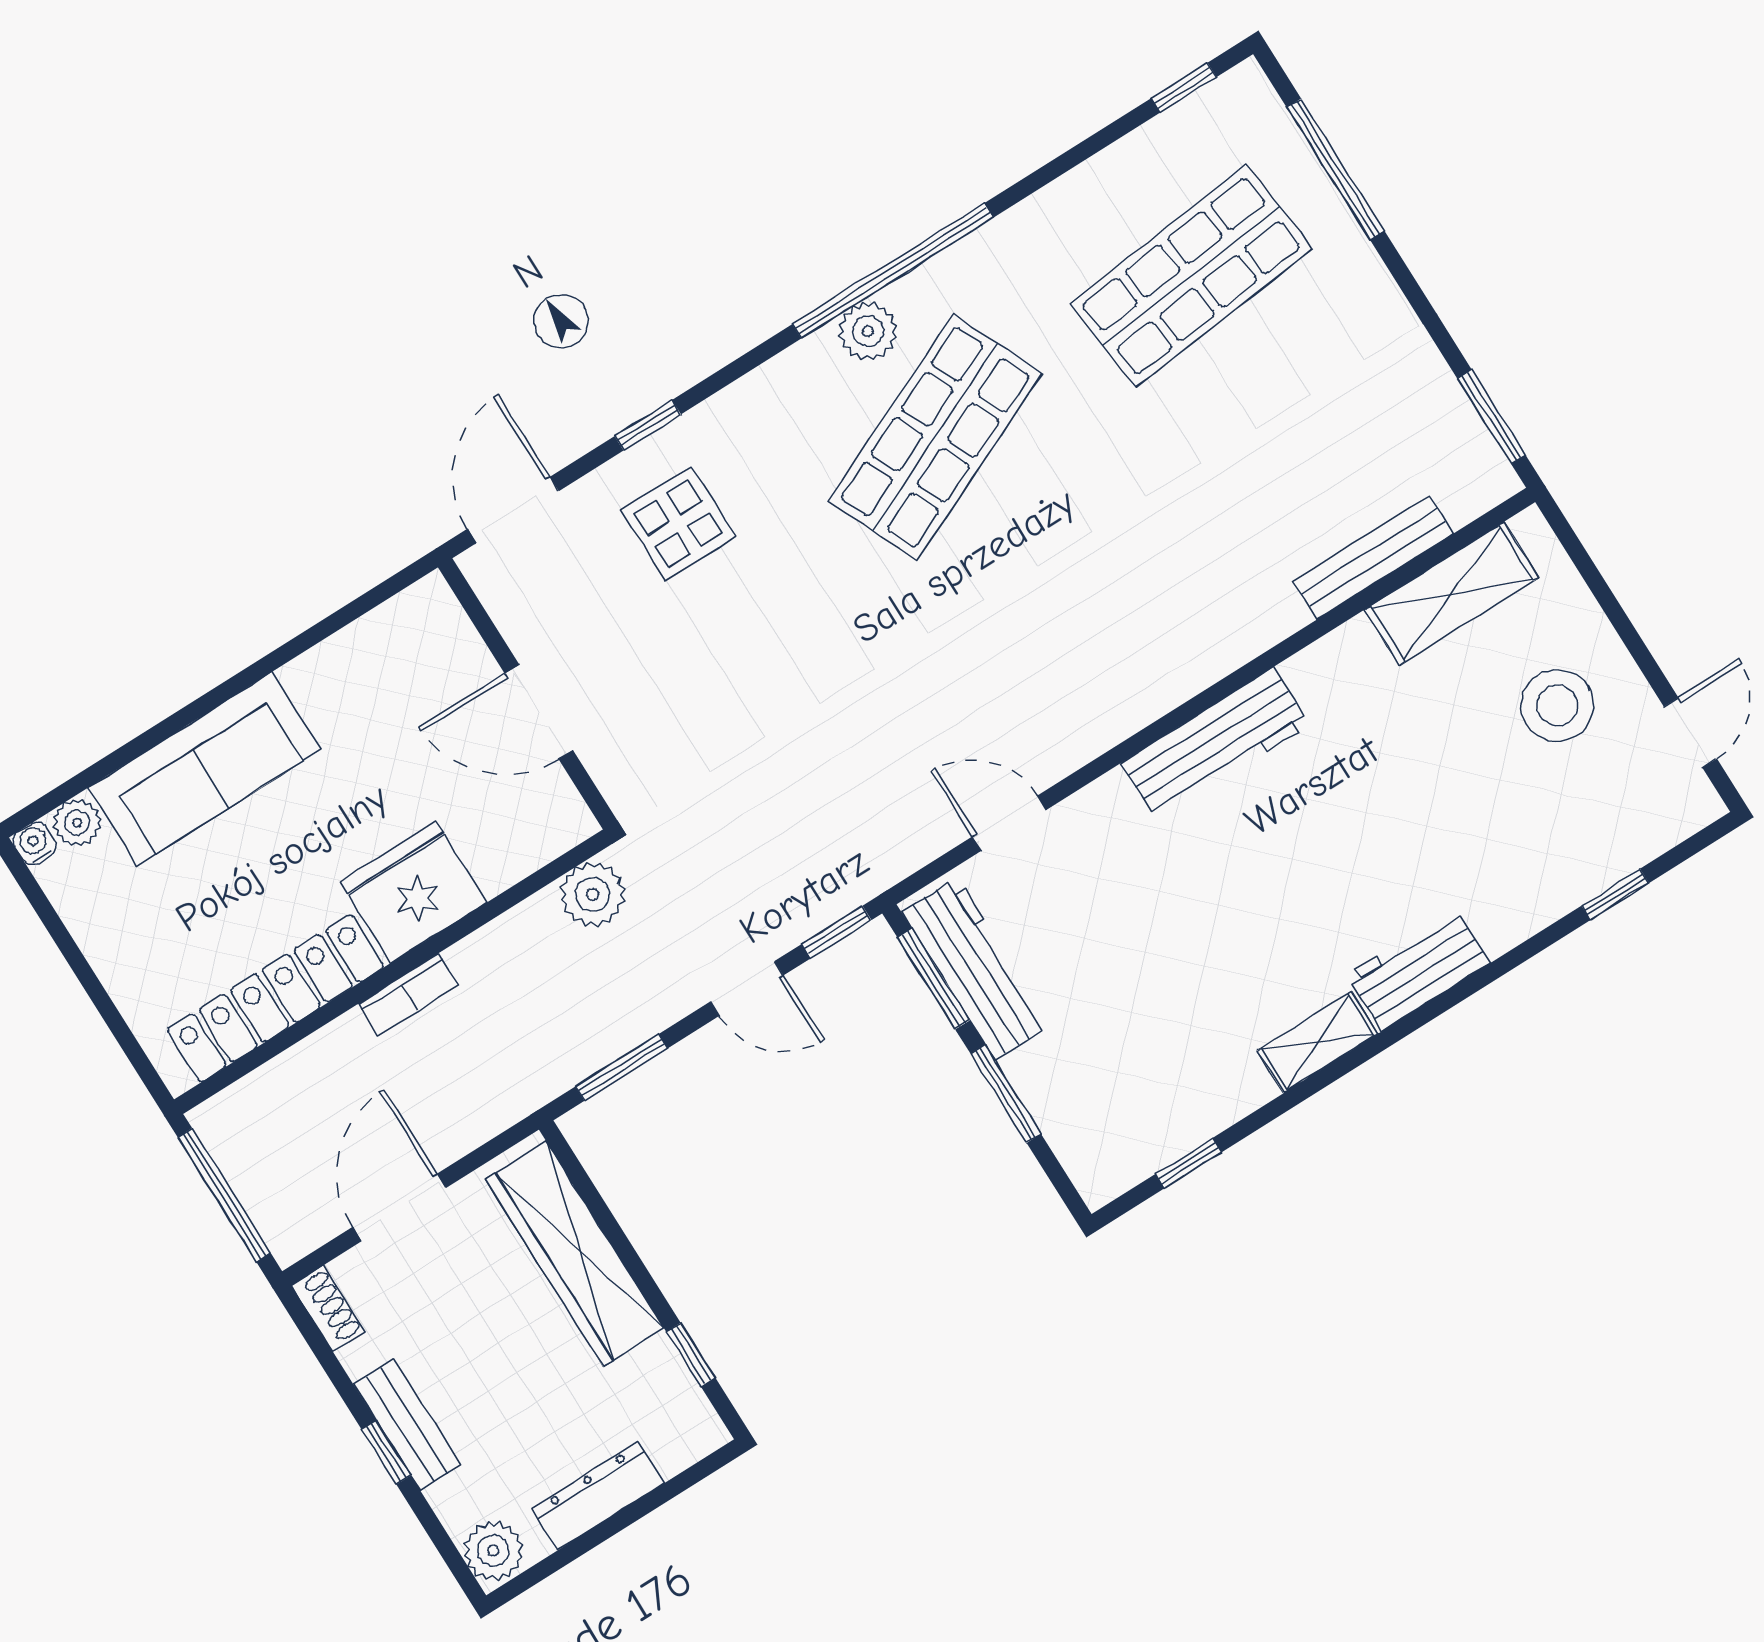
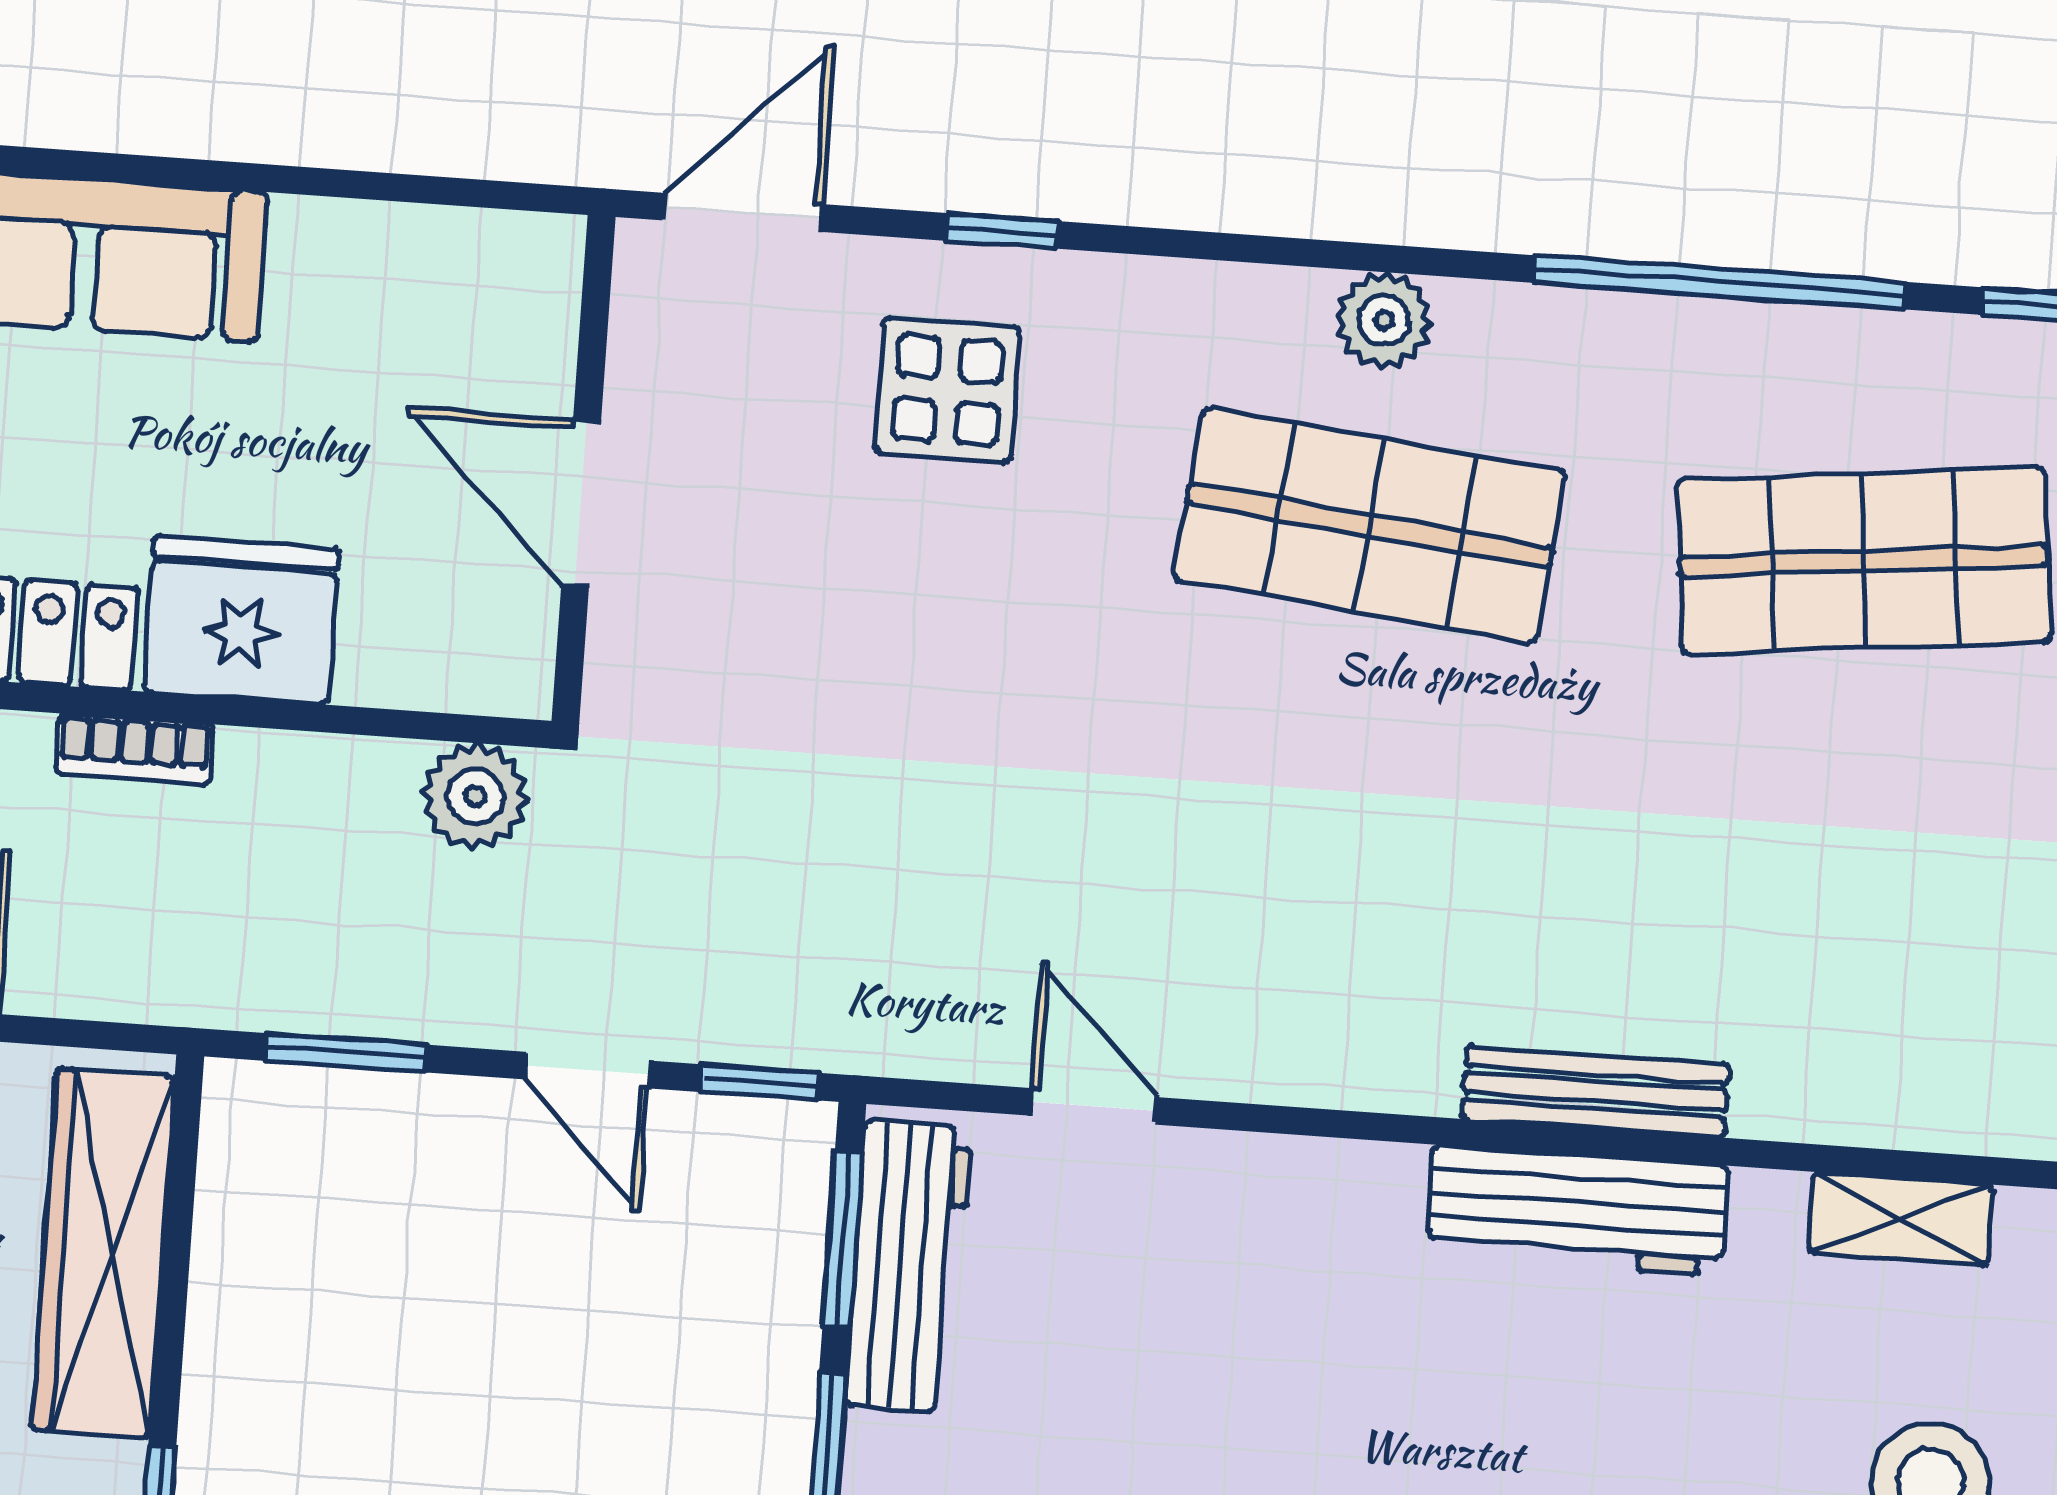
window: (893, 271) -> (1720, 282), moved
shop shelf: (935, 437) -> (1370, 525), turned 30
bench: (1373, 557) -> (1595, 1091), moved
shelving: (1452, 594) -> (1901, 1219), width x0.67, depth x0.75
workbench: (1215, 744) -> (1577, 1211), moved

